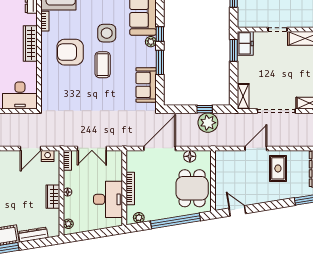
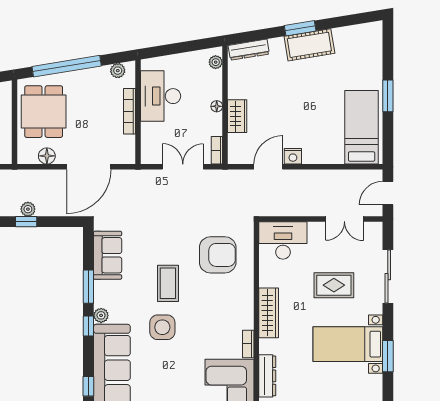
armchair: (70, 52) -> (218, 255), moved
plant: (208, 123) -> (28, 209), width x0.53, depth x0.53
nightstand: (48, 156) -> (293, 156), moved
wardrobe: (53, 197) -> (237, 116), moved
dresser: (33, 235) -> (249, 50), moved

